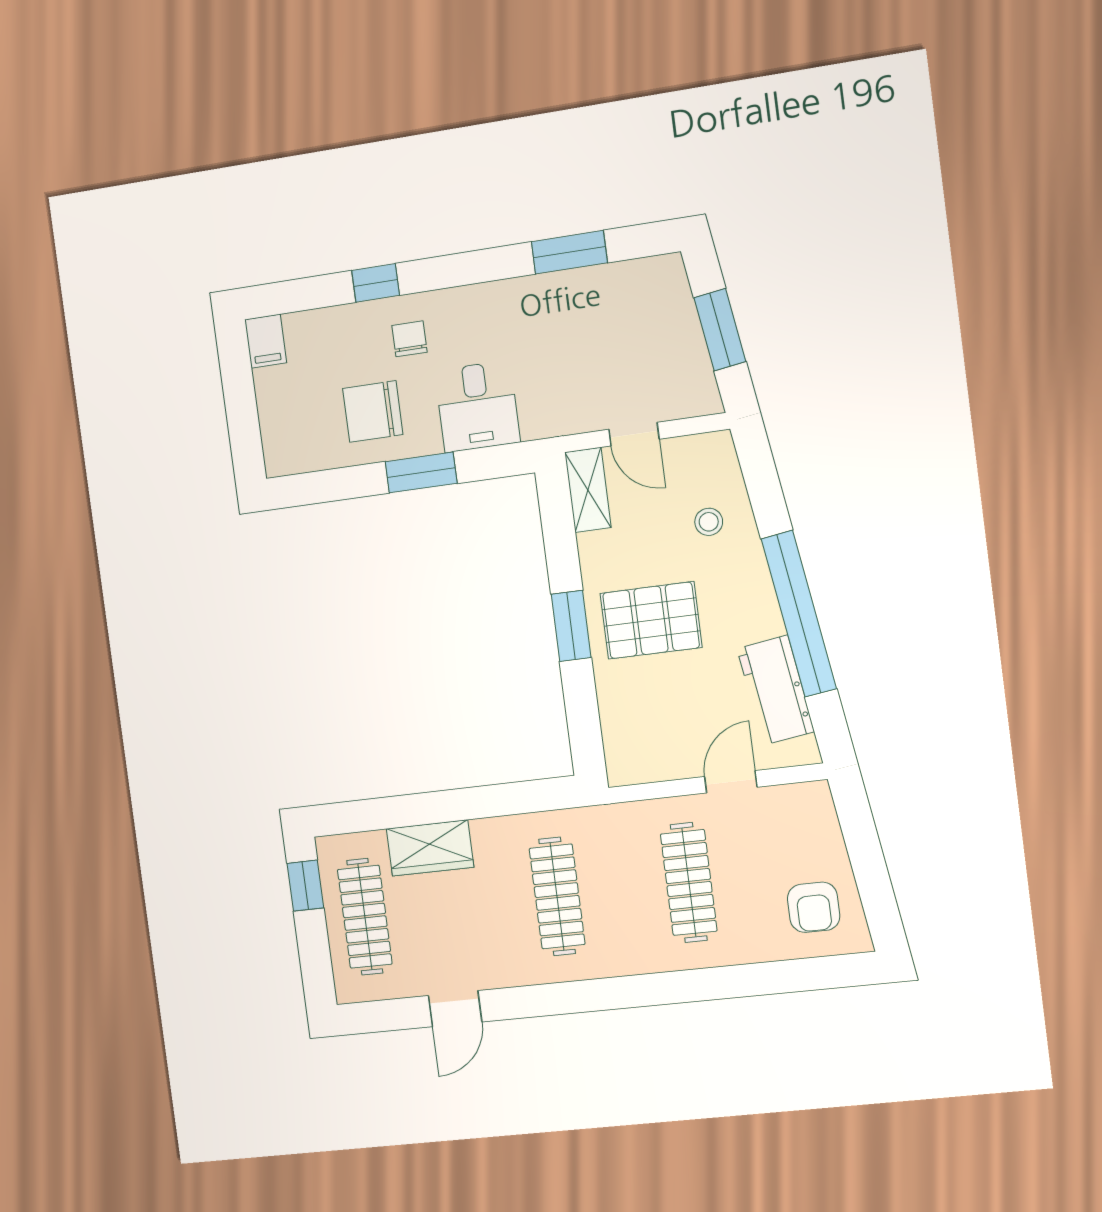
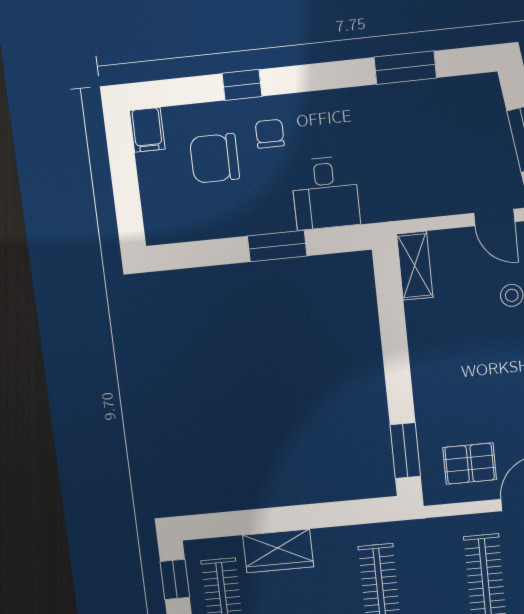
chair: (373, 411) -> (215, 158), moved
door: (634, 434) -> (494, 217), moved
pallet: (651, 620) -> (470, 464), moved, width x0.67, depth x0.71
window: (571, 626) -> (405, 451), moved

